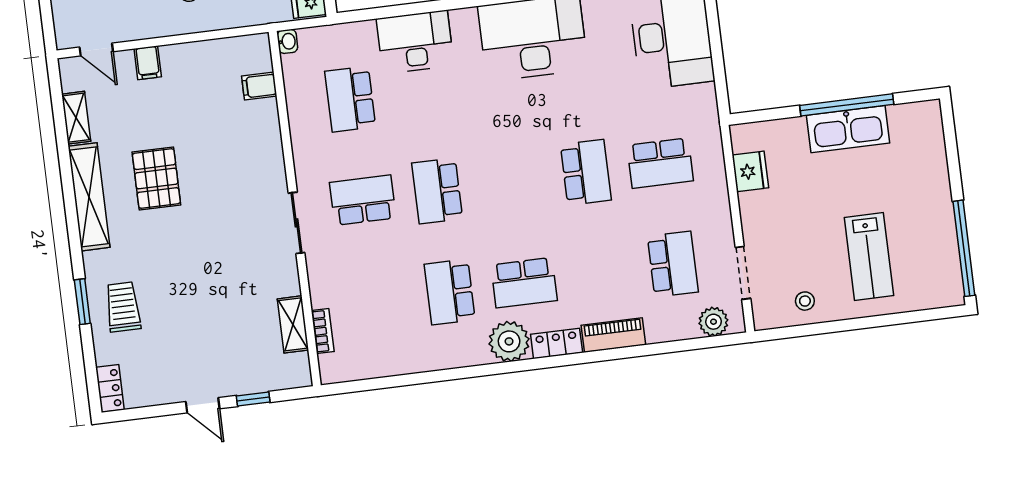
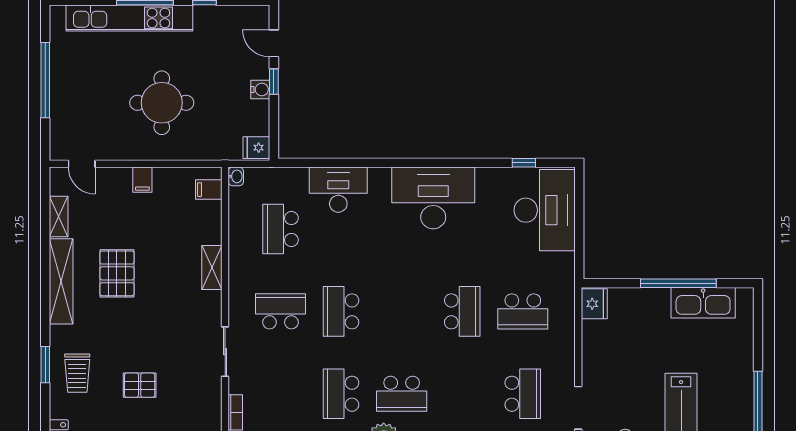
filing cabinet: (148, 63) -> (142, 180), moved
filing cabinet: (259, 86) -> (209, 190), moved
kitchen sink: (848, 129) -> (703, 303), moved
fridge: (750, 171) -> (594, 304), moved
sliding door: (297, 223) -> (225, 352), moved
trolley: (123, 307) -> (77, 373), turned 180
pallet: (201, 312) -> (140, 385), added
shelving: (293, 324) -> (212, 268), moved

